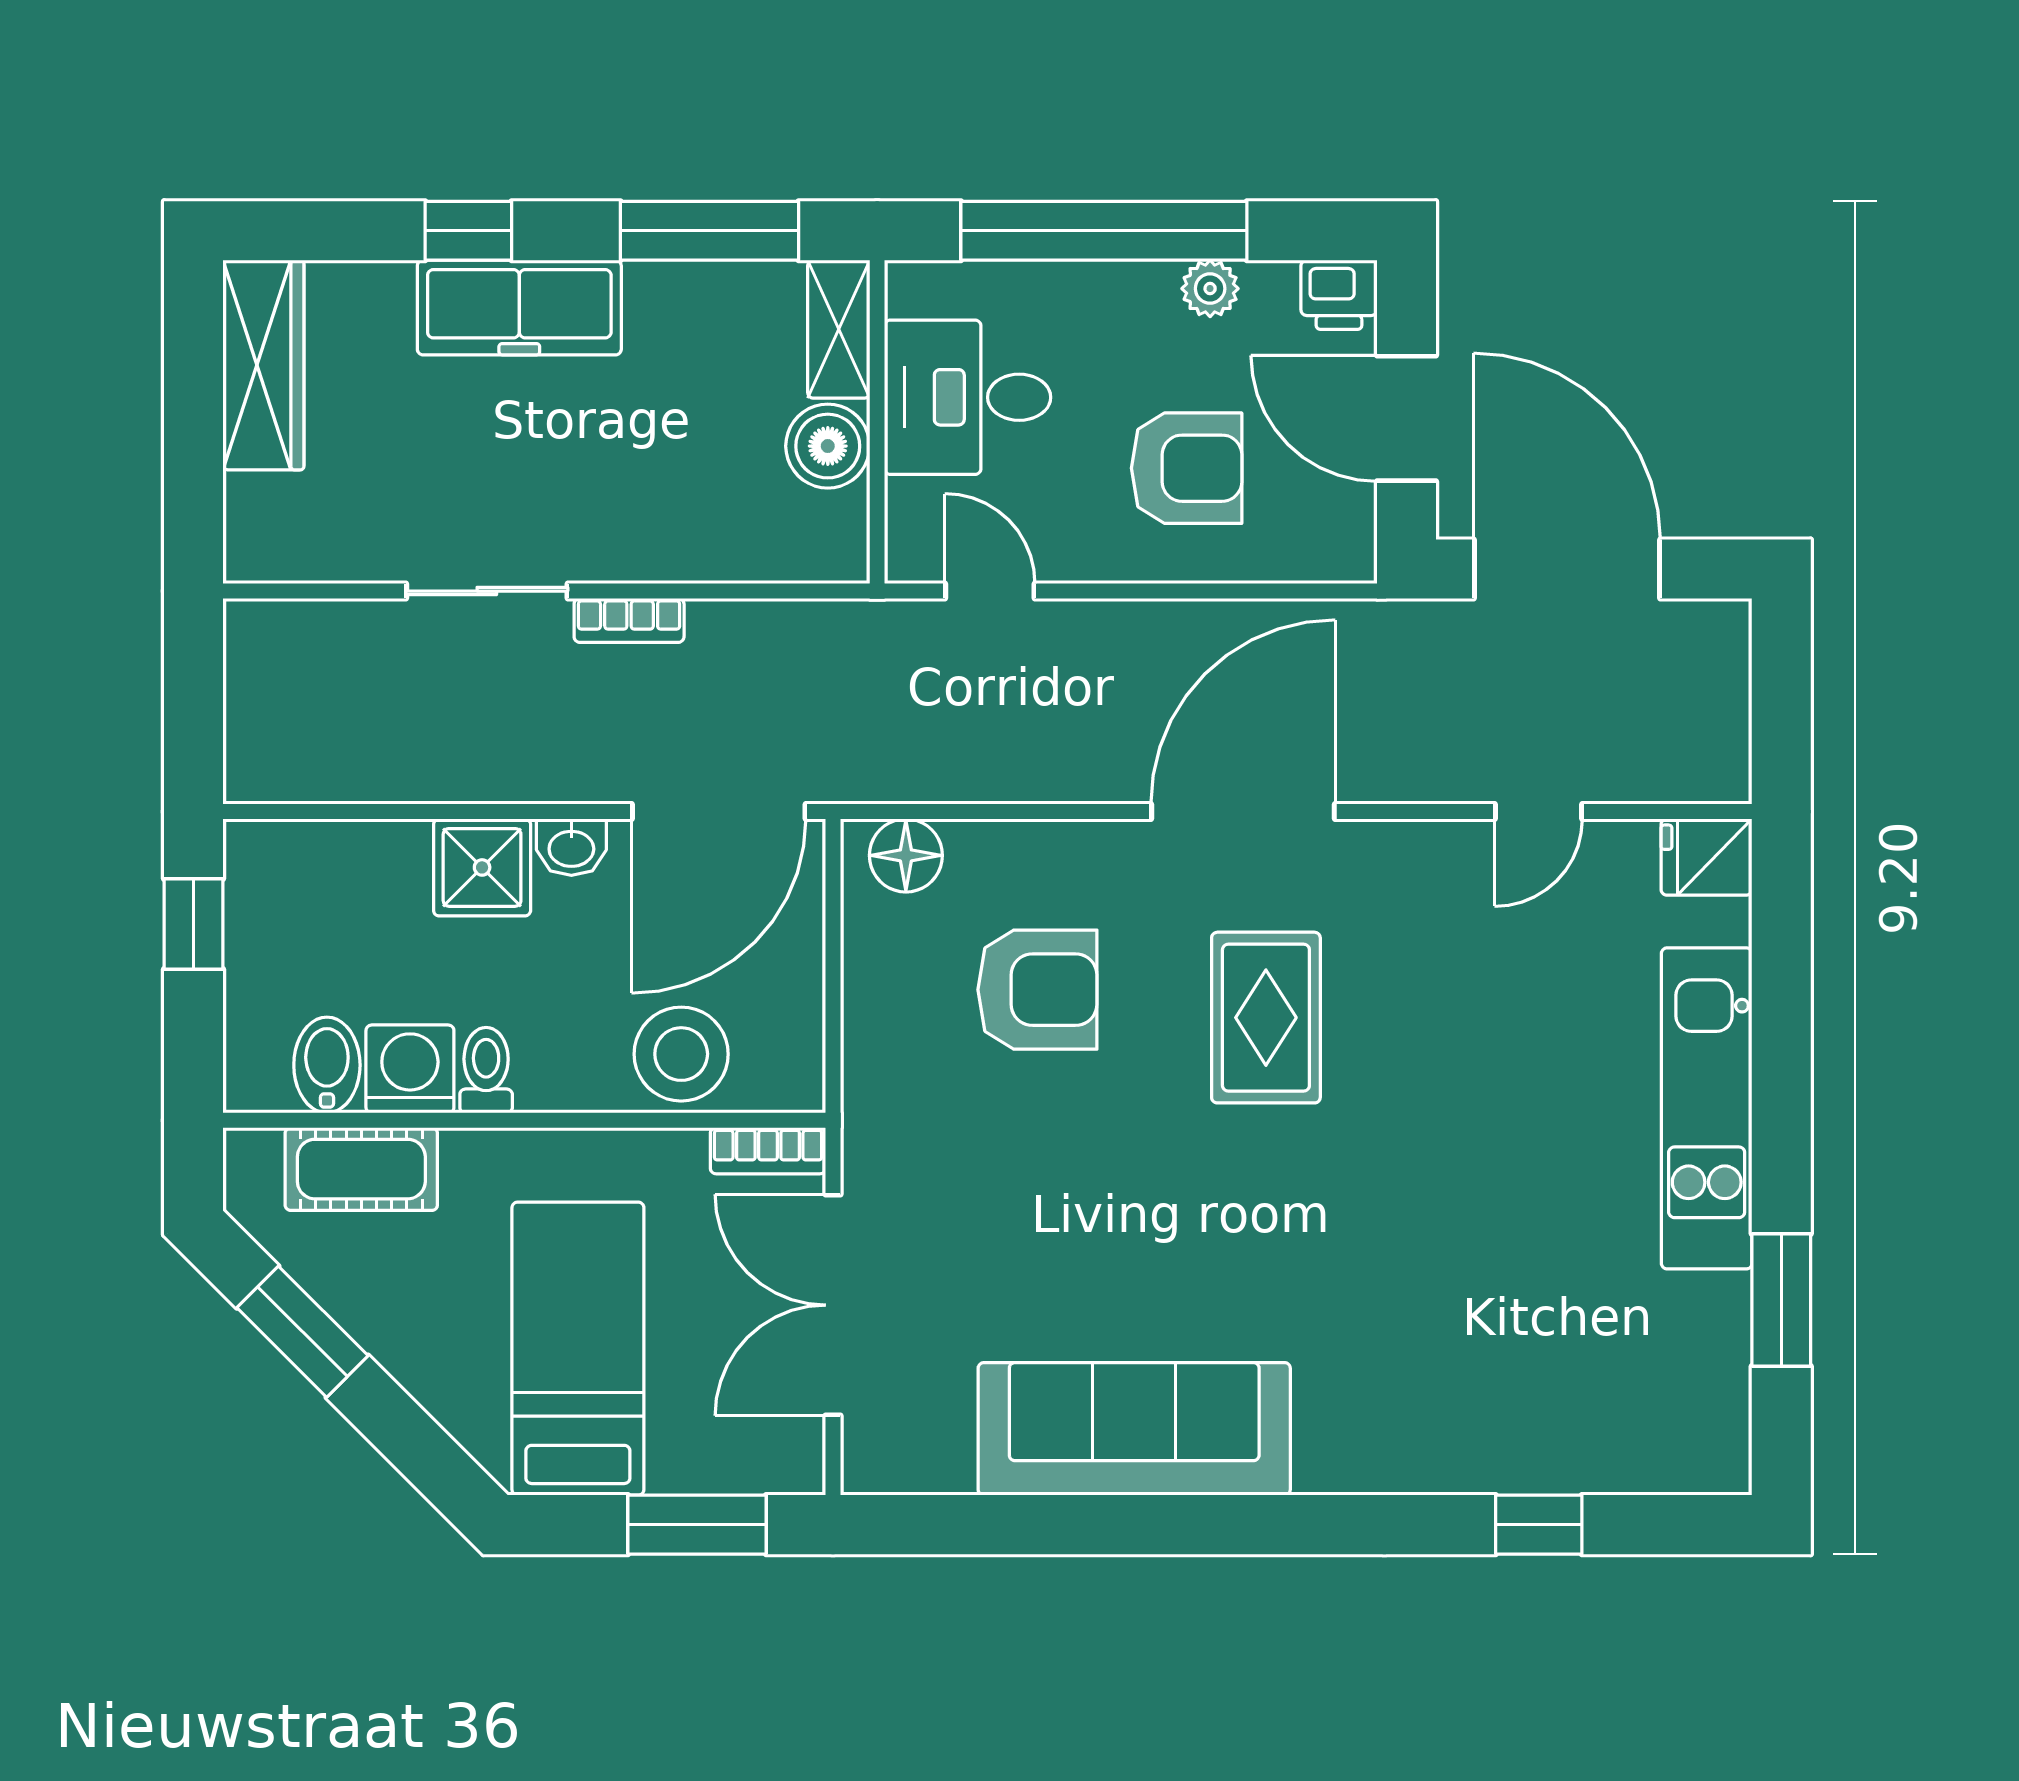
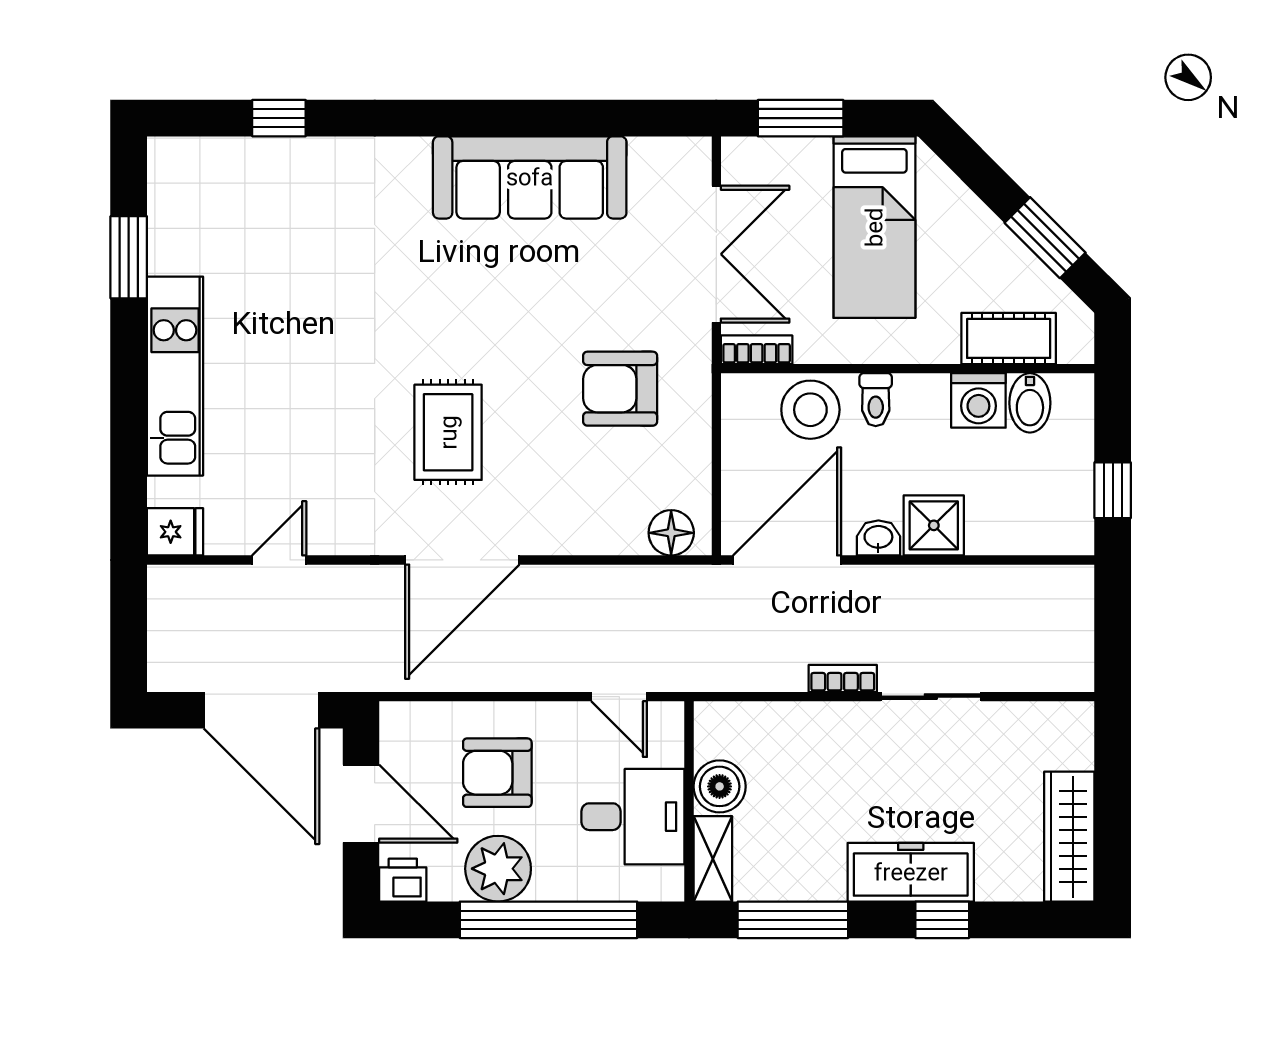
plant: (1210, 289) -> (498, 869), width x1.87, depth x1.87
armchair: (1037, 990) -> (620, 389), moved
toilet: (486, 1070) -> (876, 400), moved

